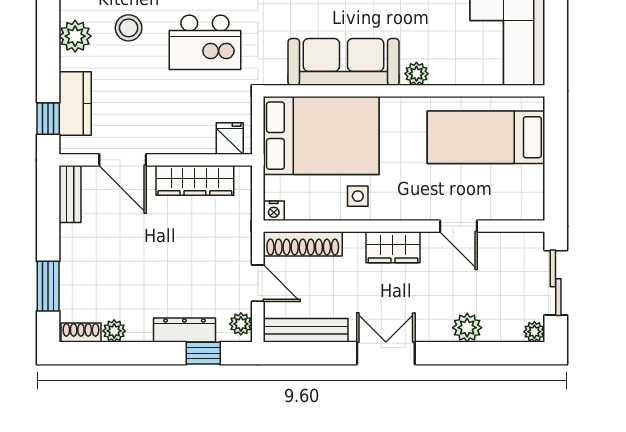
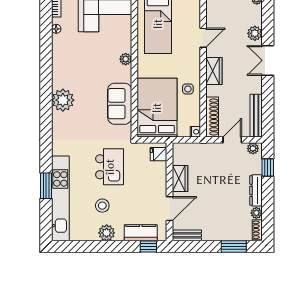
sofa: (344, 62) -> (120, 104), width x0.73
wardrobe: (195, 180) -> (180, 178), width x0.67
dresser: (184, 330) -> (256, 190), moved
double door: (386, 353) -> (268, 60), moved

